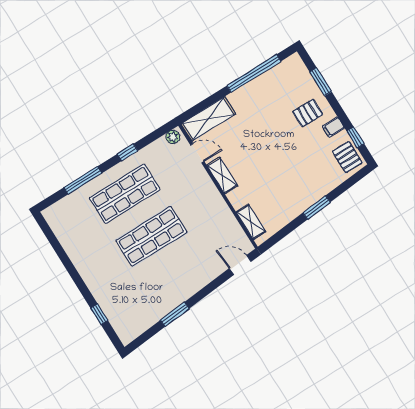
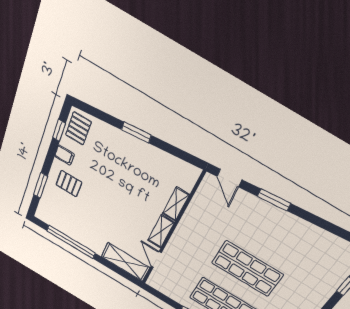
plant: (173, 137) -> (156, 284), removed
shelving: (251, 222) -> (176, 204), moved
window: (175, 314) -> (274, 200), moved

